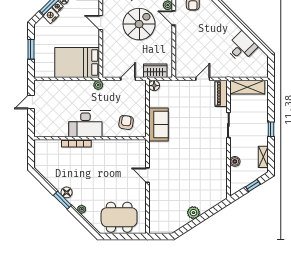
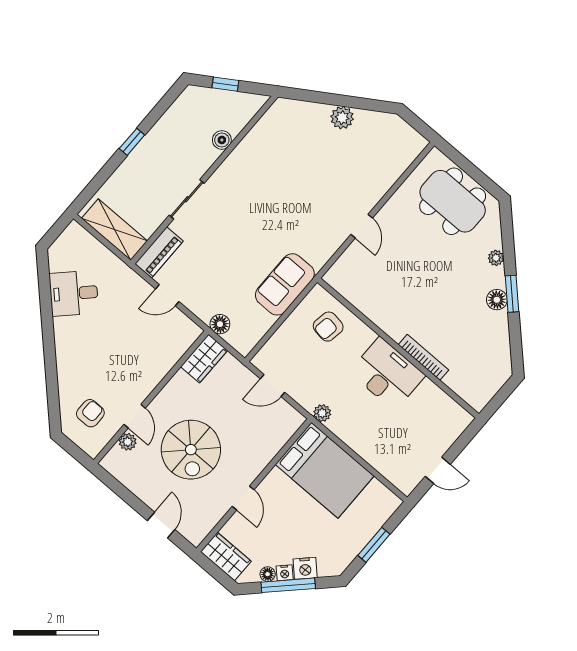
spiral stairs: (139, 24) -> (191, 450), turned -90
wardrobe: (155, 71) -> (204, 359), moved, turned -90
floor lamp: (154, 86) -> (220, 324), moved
shelving: (263, 157) -> (176, 112), removed

